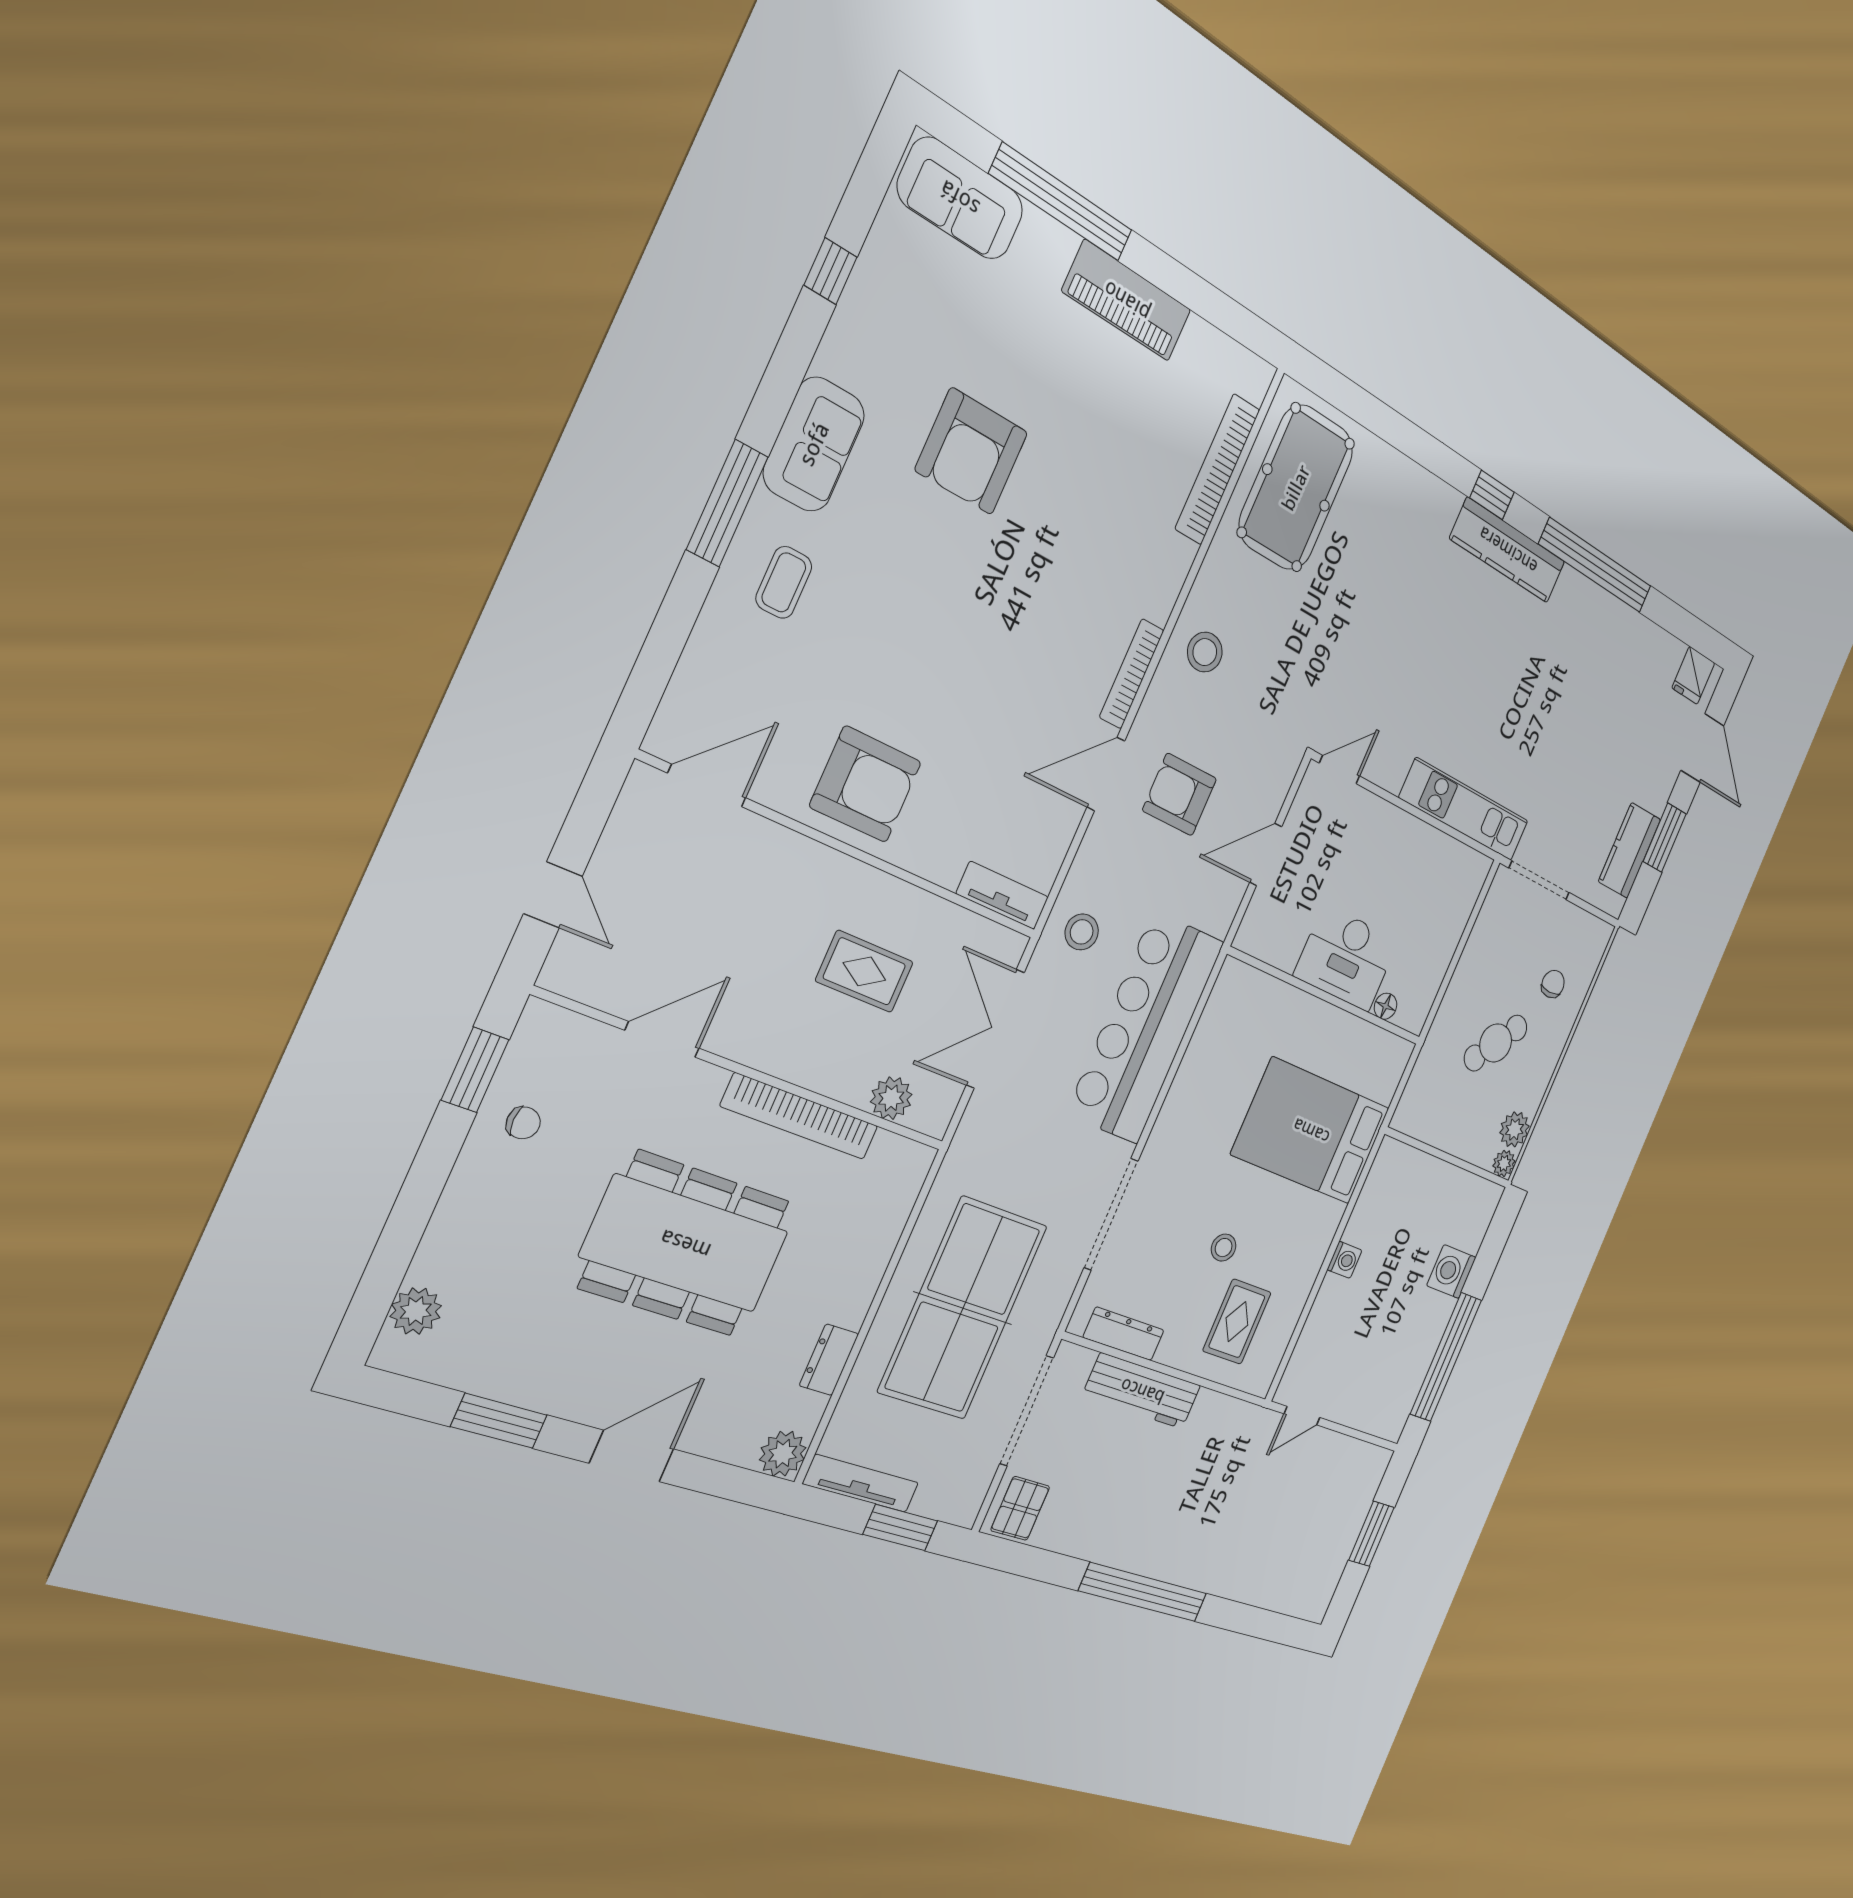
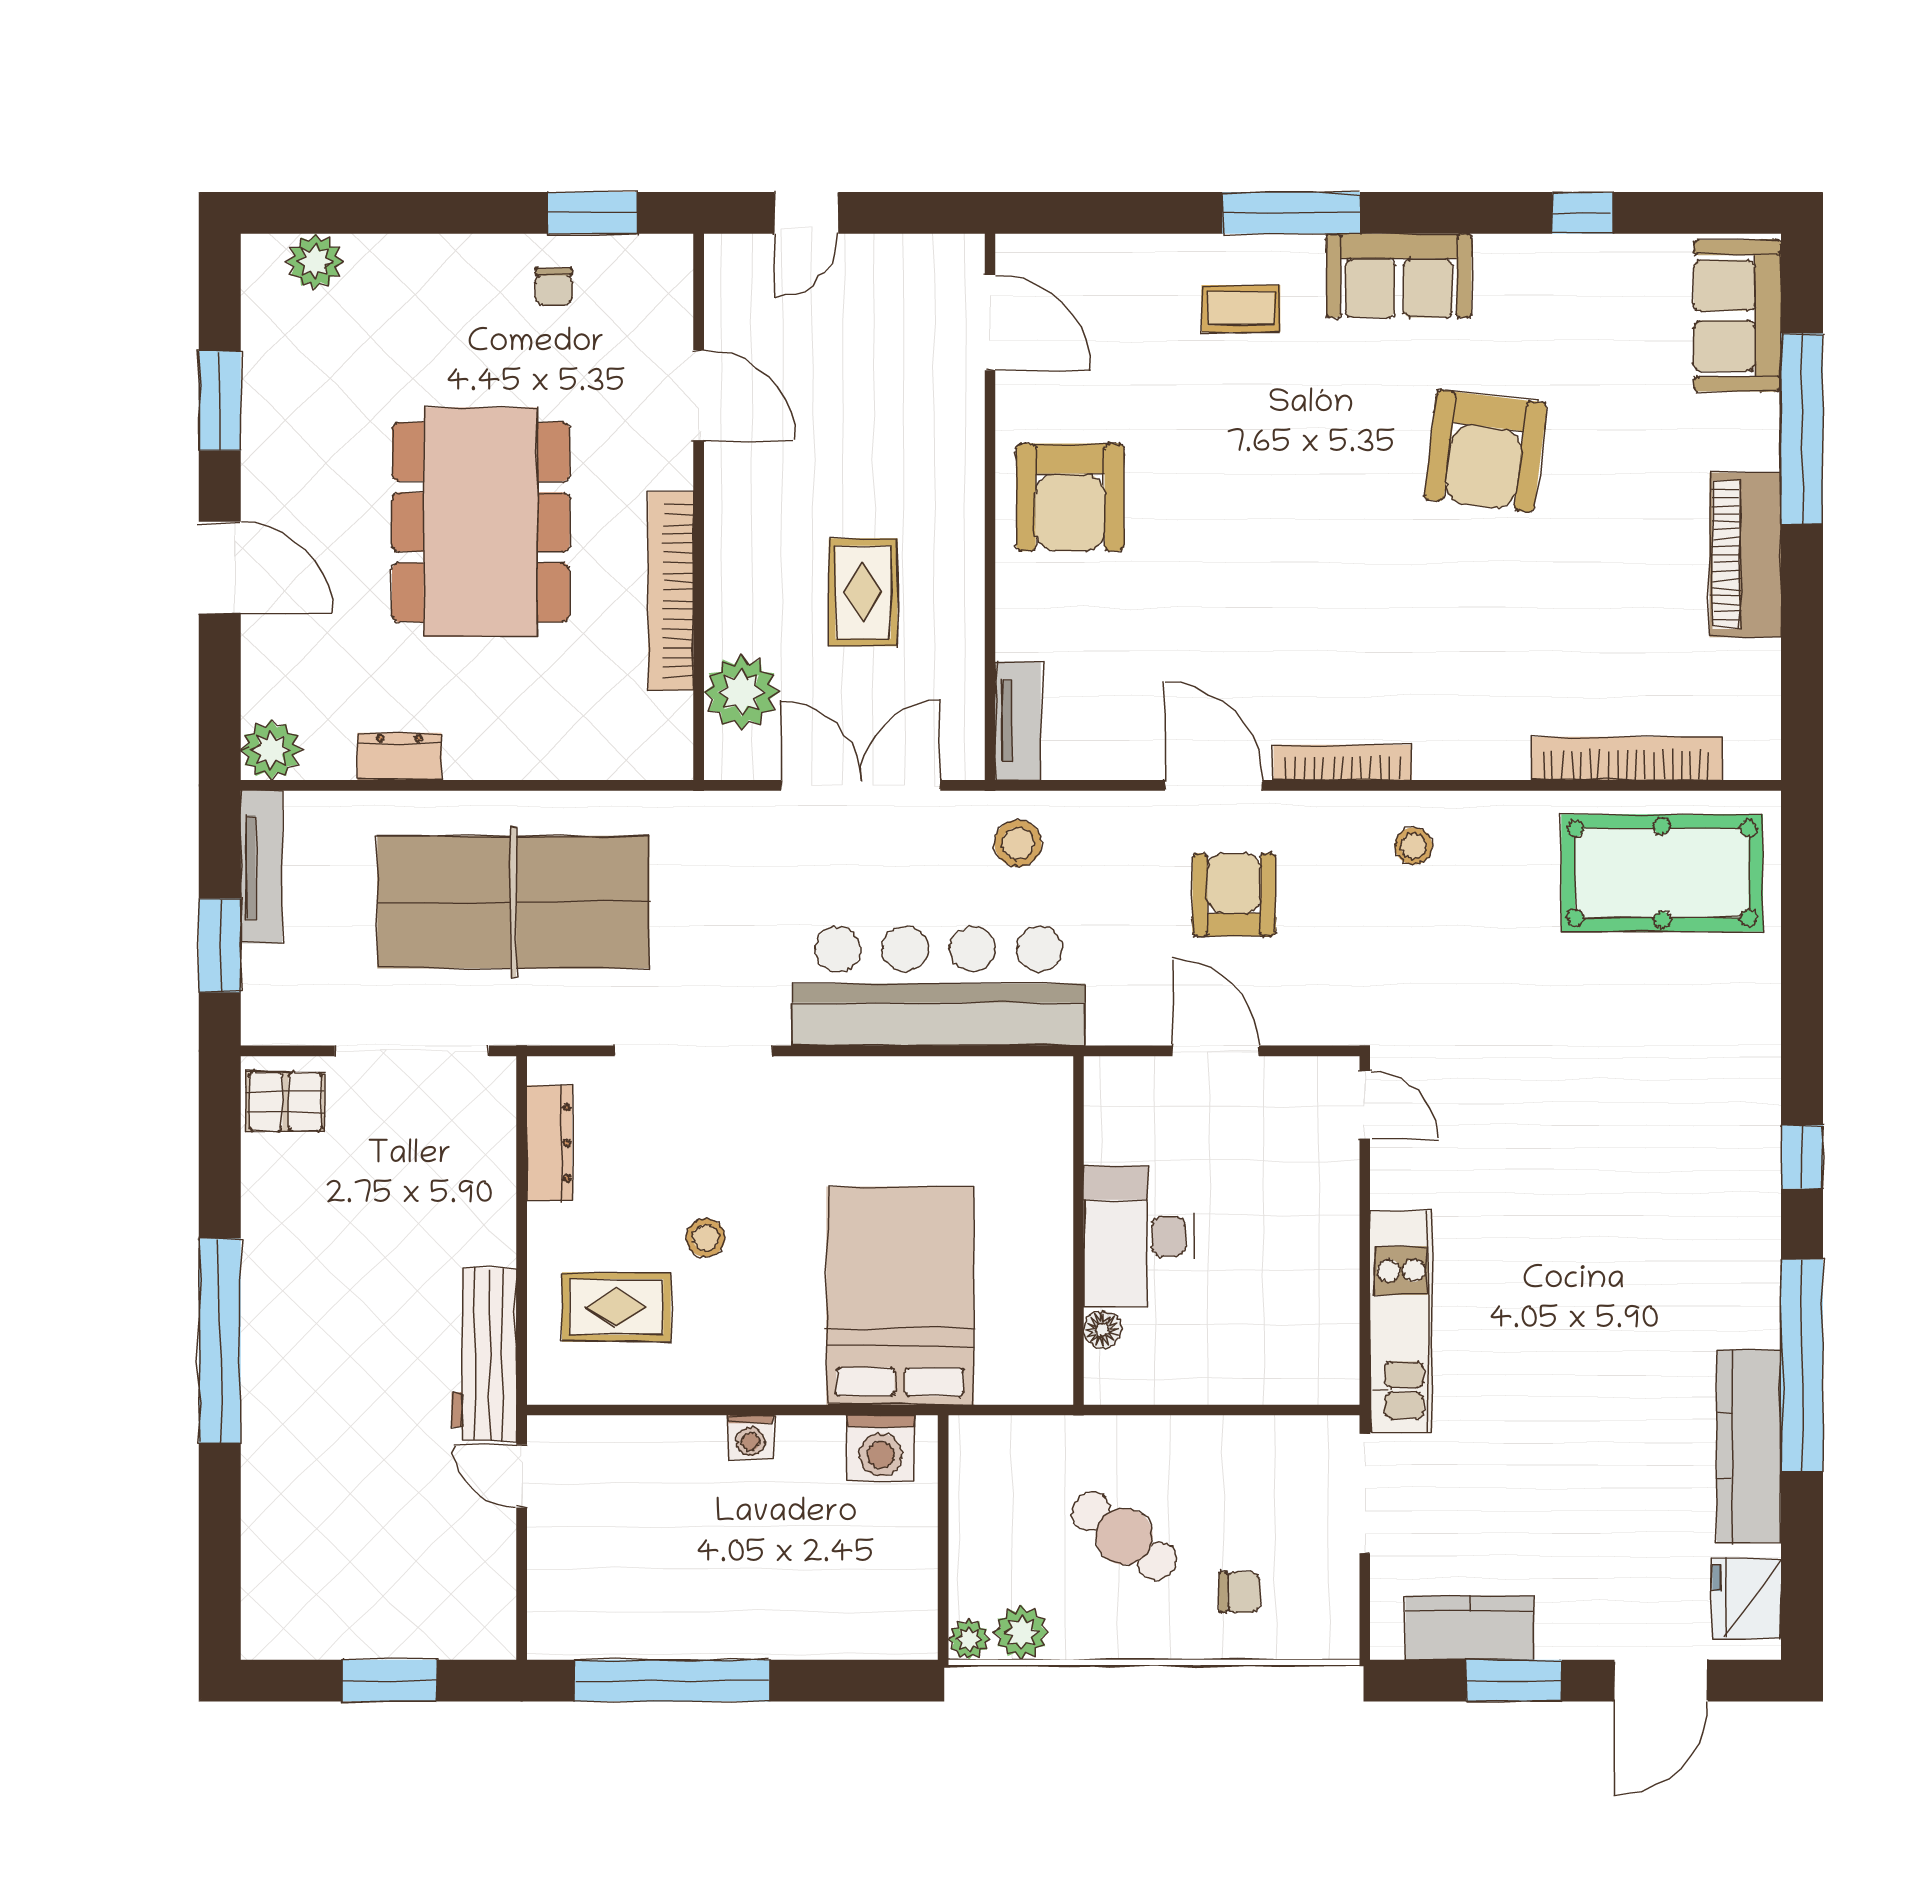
armchair: (971, 451) -> (1485, 451), turned -83
kitchen counter: (1508, 550) -> (1749, 1446), moved
stool: (1205, 652) -> (1414, 846), width x0.73, depth x0.73
fridge: (1693, 675) -> (1747, 1599), width x1.38
plant: (891, 1098) -> (742, 692), width x1.36, depth x1.36
washing machine: (1451, 1271) -> (881, 1448), moved, turned 180
workbench: (1142, 1391) -> (484, 1354), moved

